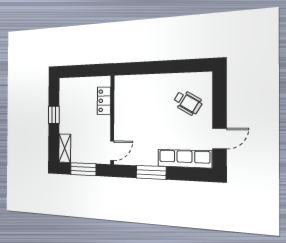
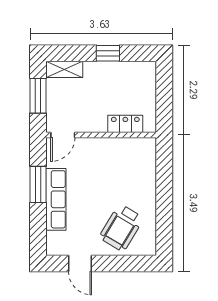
wheelchair: (188, 103) -> (121, 228), width x1.36, depth x1.37
door: (112, 151) -> (63, 135), hinge flipped
row of seats: (185, 159) -> (56, 199), moved

